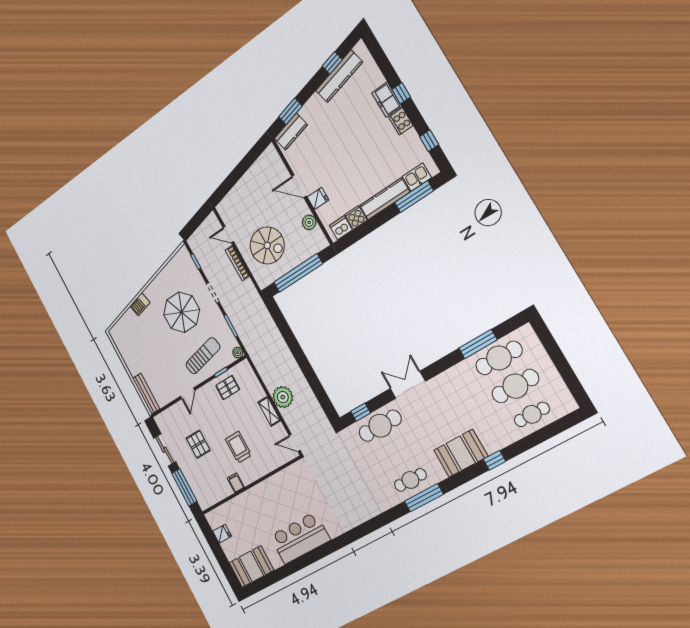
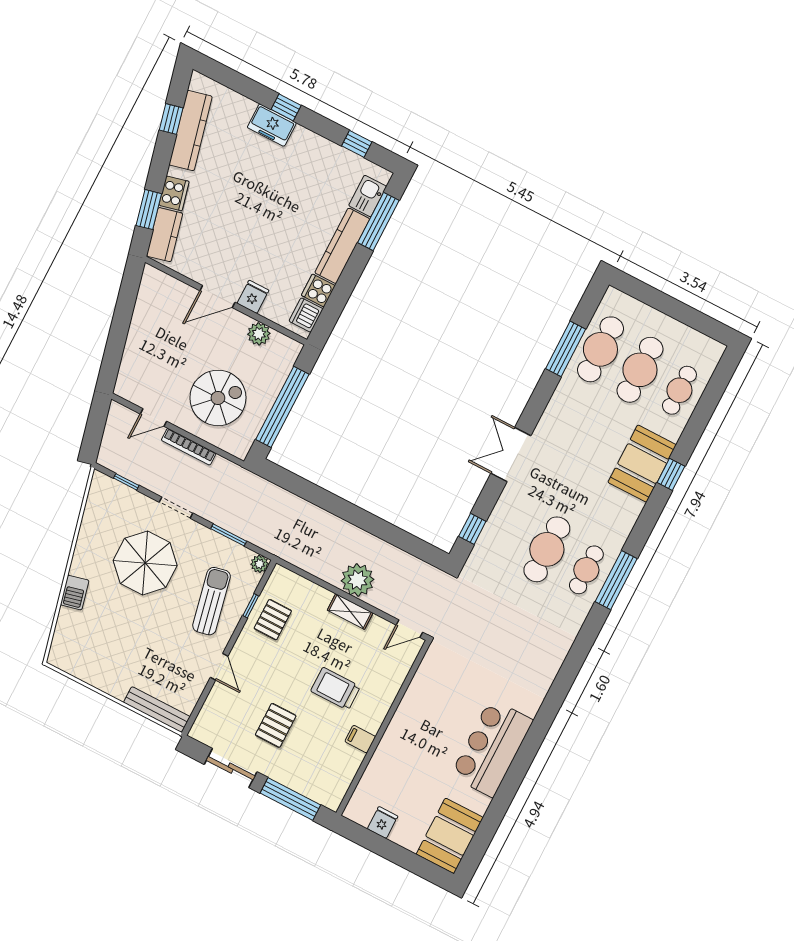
cooker: (401, 121) -> (174, 193), moved, turned -104
cafe table: (380, 426) -> (547, 549), moved
pallet: (198, 444) -> (276, 725), turned 90
booth: (461, 453) -> (642, 464), moved

